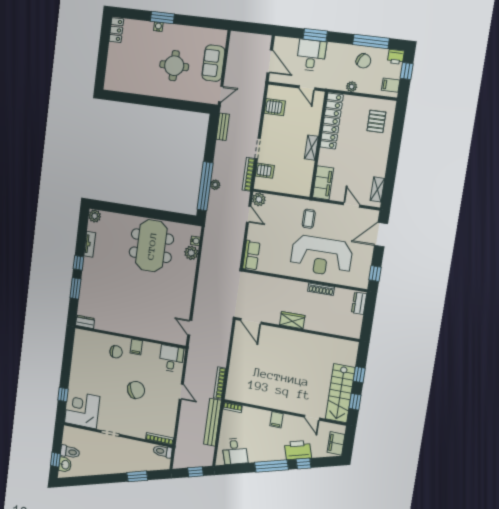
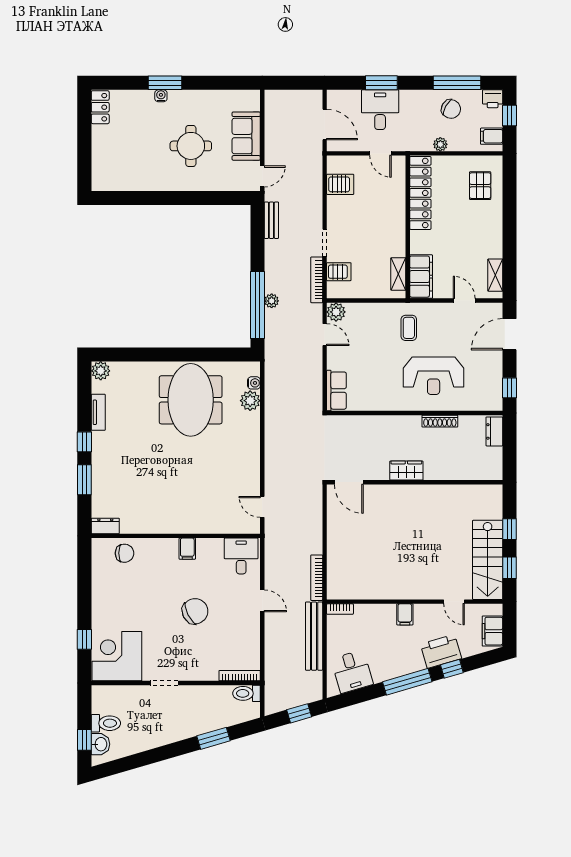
shelving: (311, 148) -> (398, 274), moved
reception desk: (321, 256) -> (434, 376), width x0.74, depth x0.77
chair: (116, 352) -> (125, 553), moved

